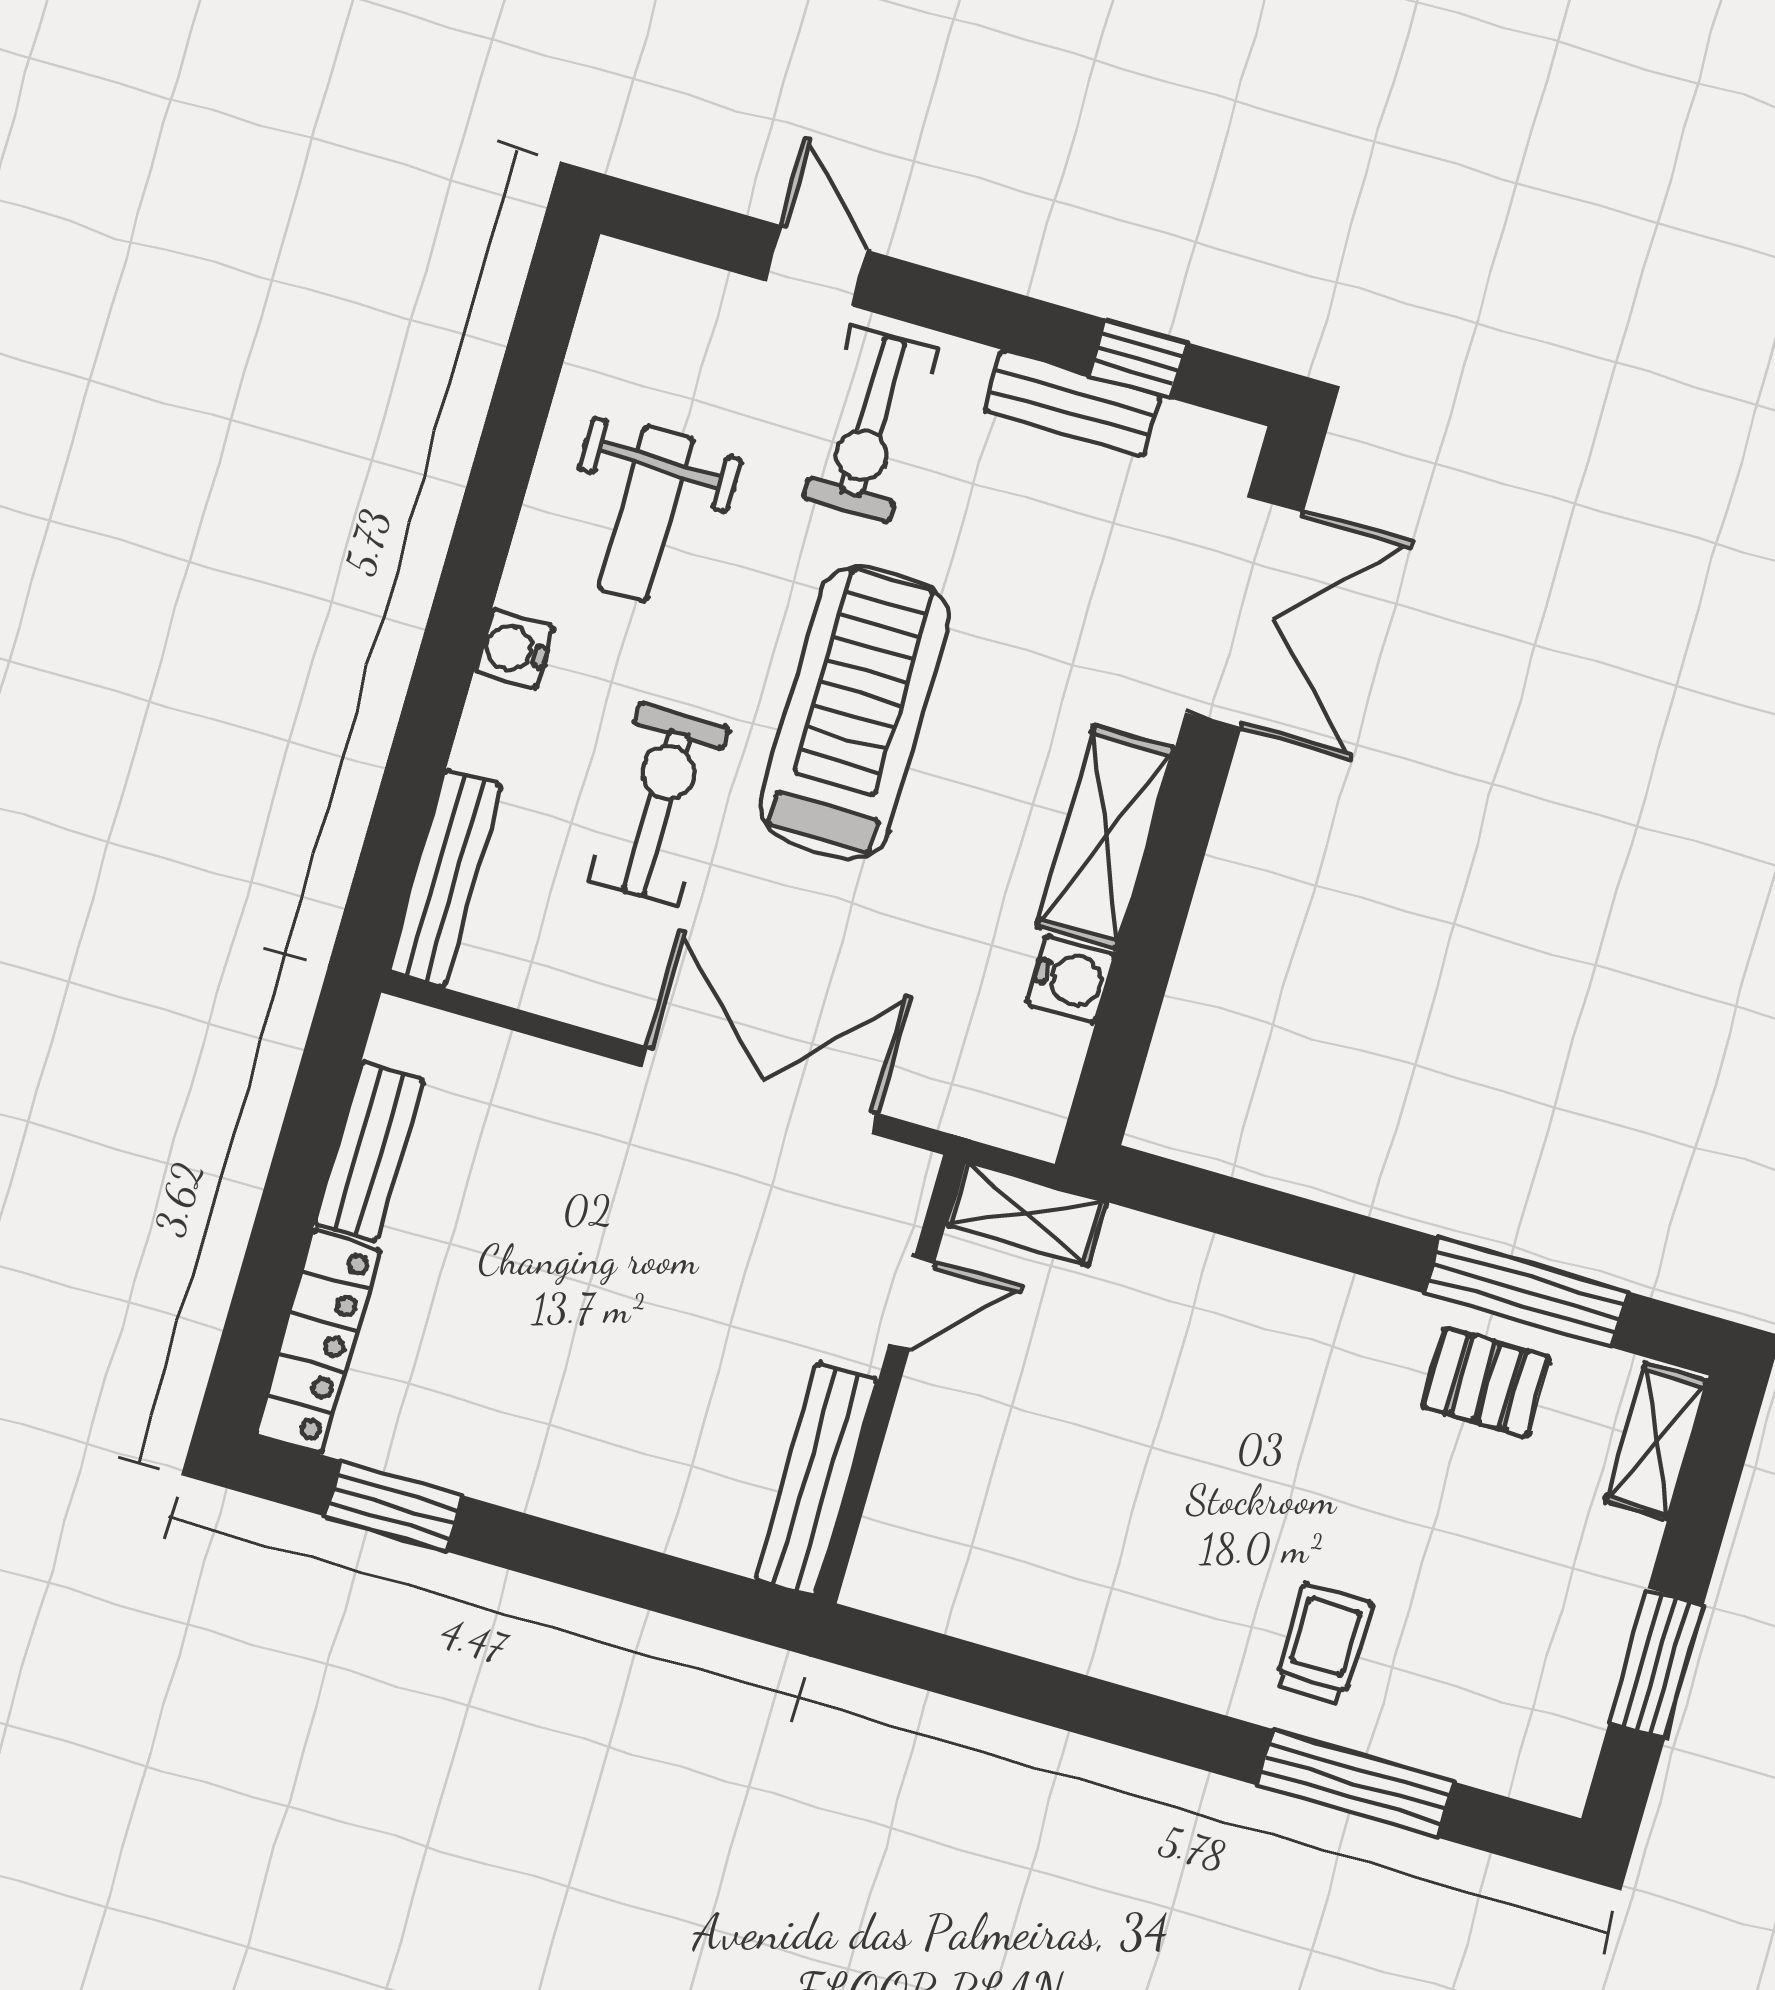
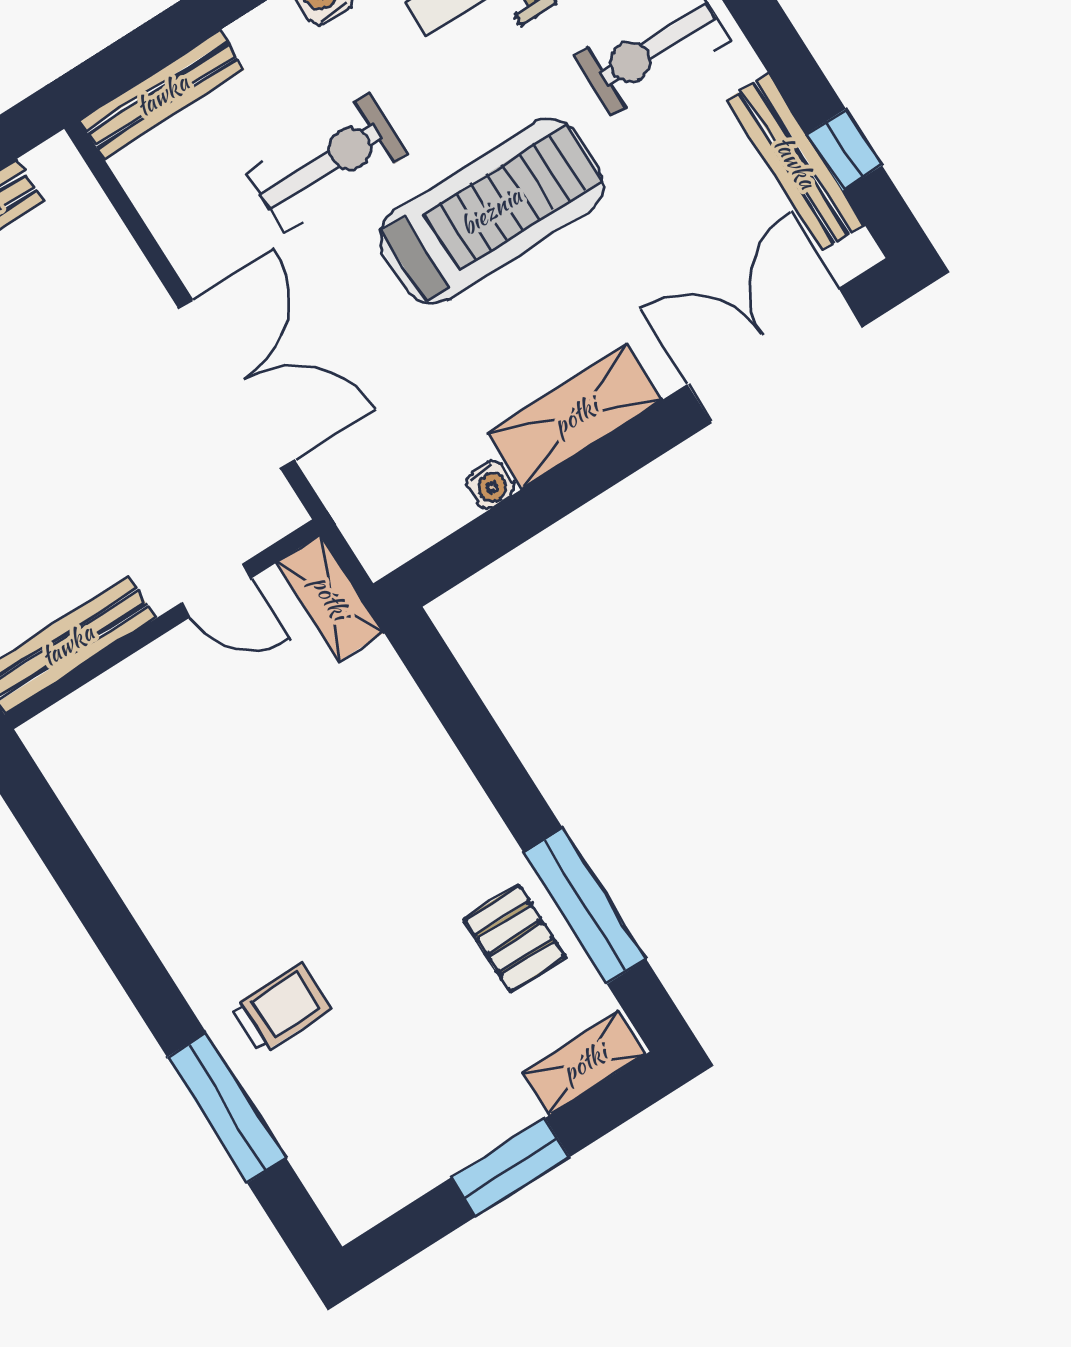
bench: (1073, 403) -> (795, 162), width x1.36
double door: (1245, 611) -> (775, 355), swing flipped
water cooler: (1071, 979) -> (490, 485), width x0.72, depth x0.72
window: (1656, 1664) -> (510, 1167), moved

